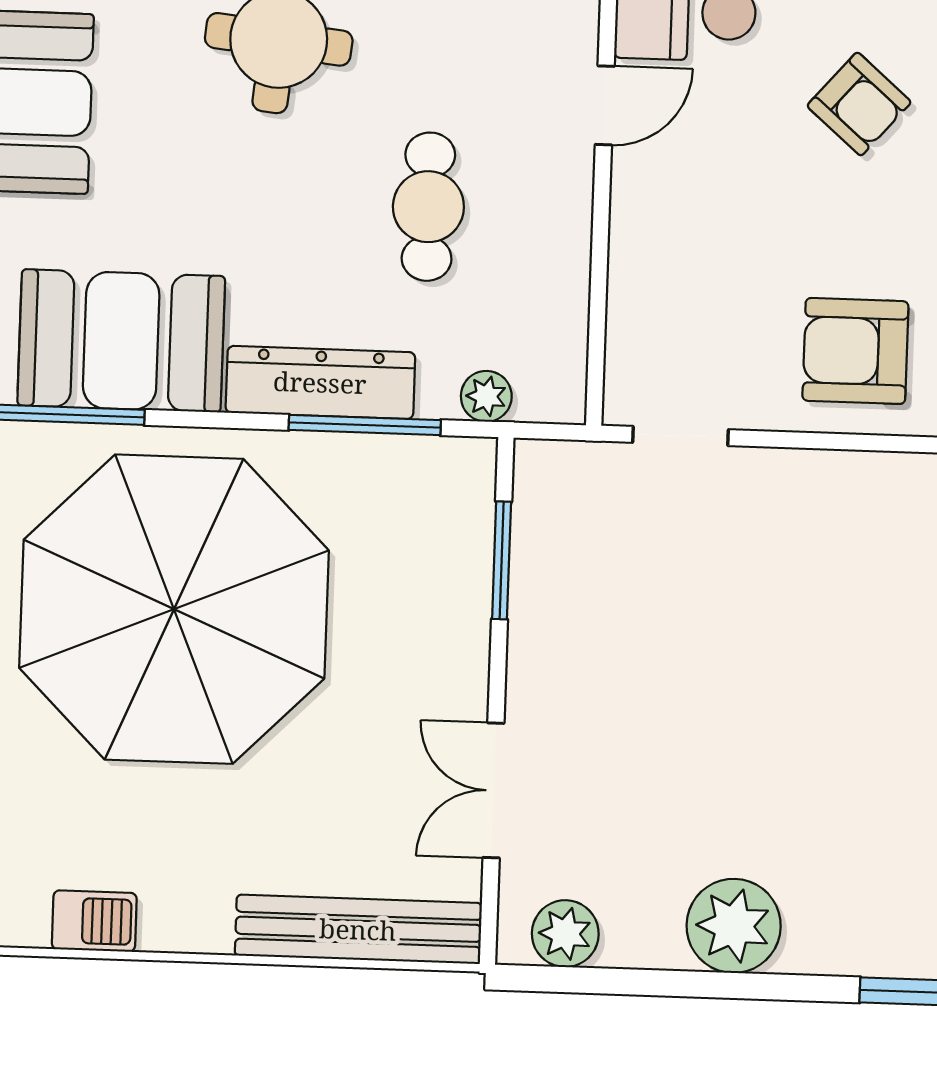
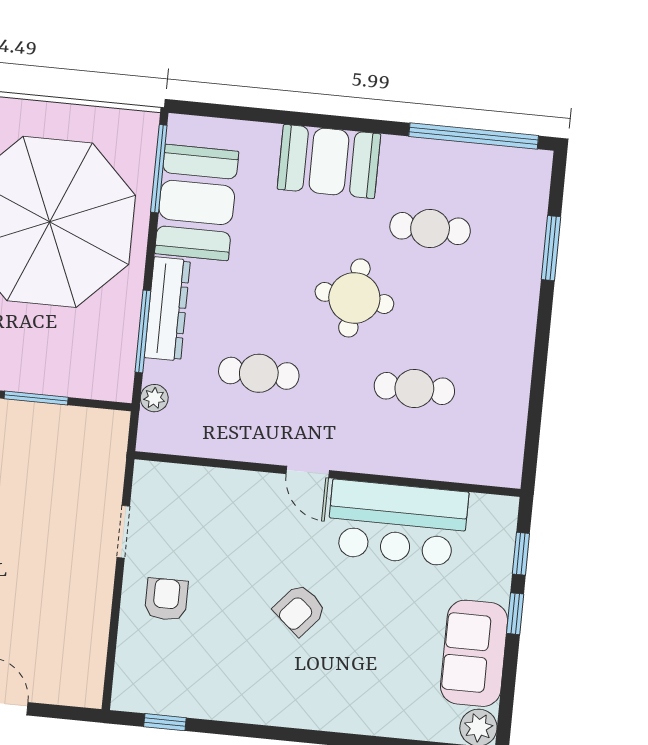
armchair: (855, 351) -> (166, 599), width x0.72, depth x0.72
doorway: (680, 436) -> (123, 532), moved
window: (502, 560) -> (36, 398), moved

